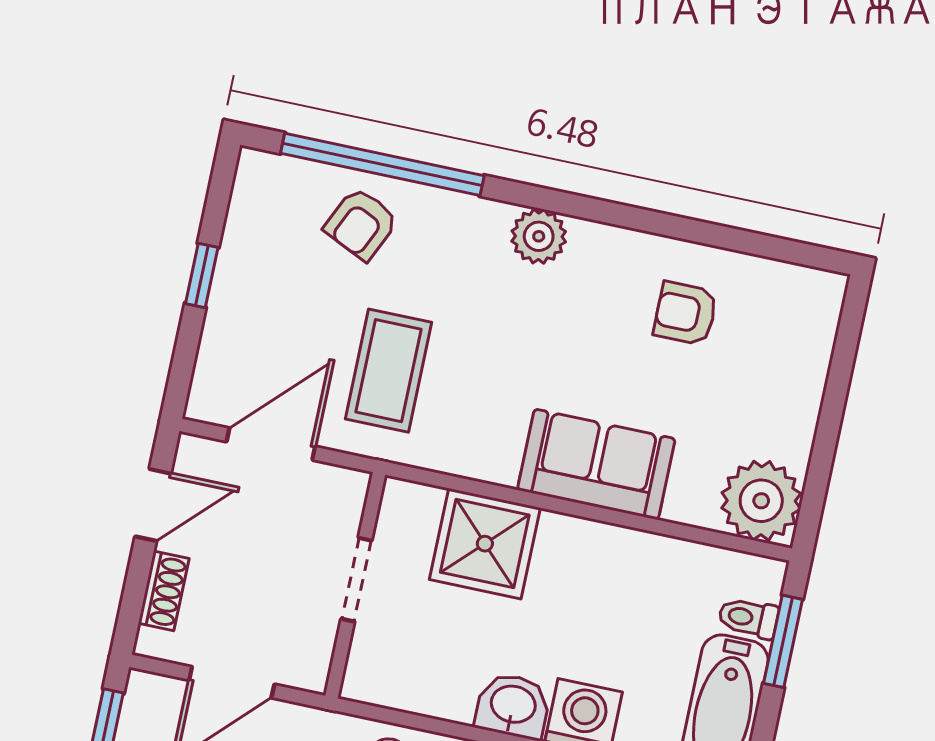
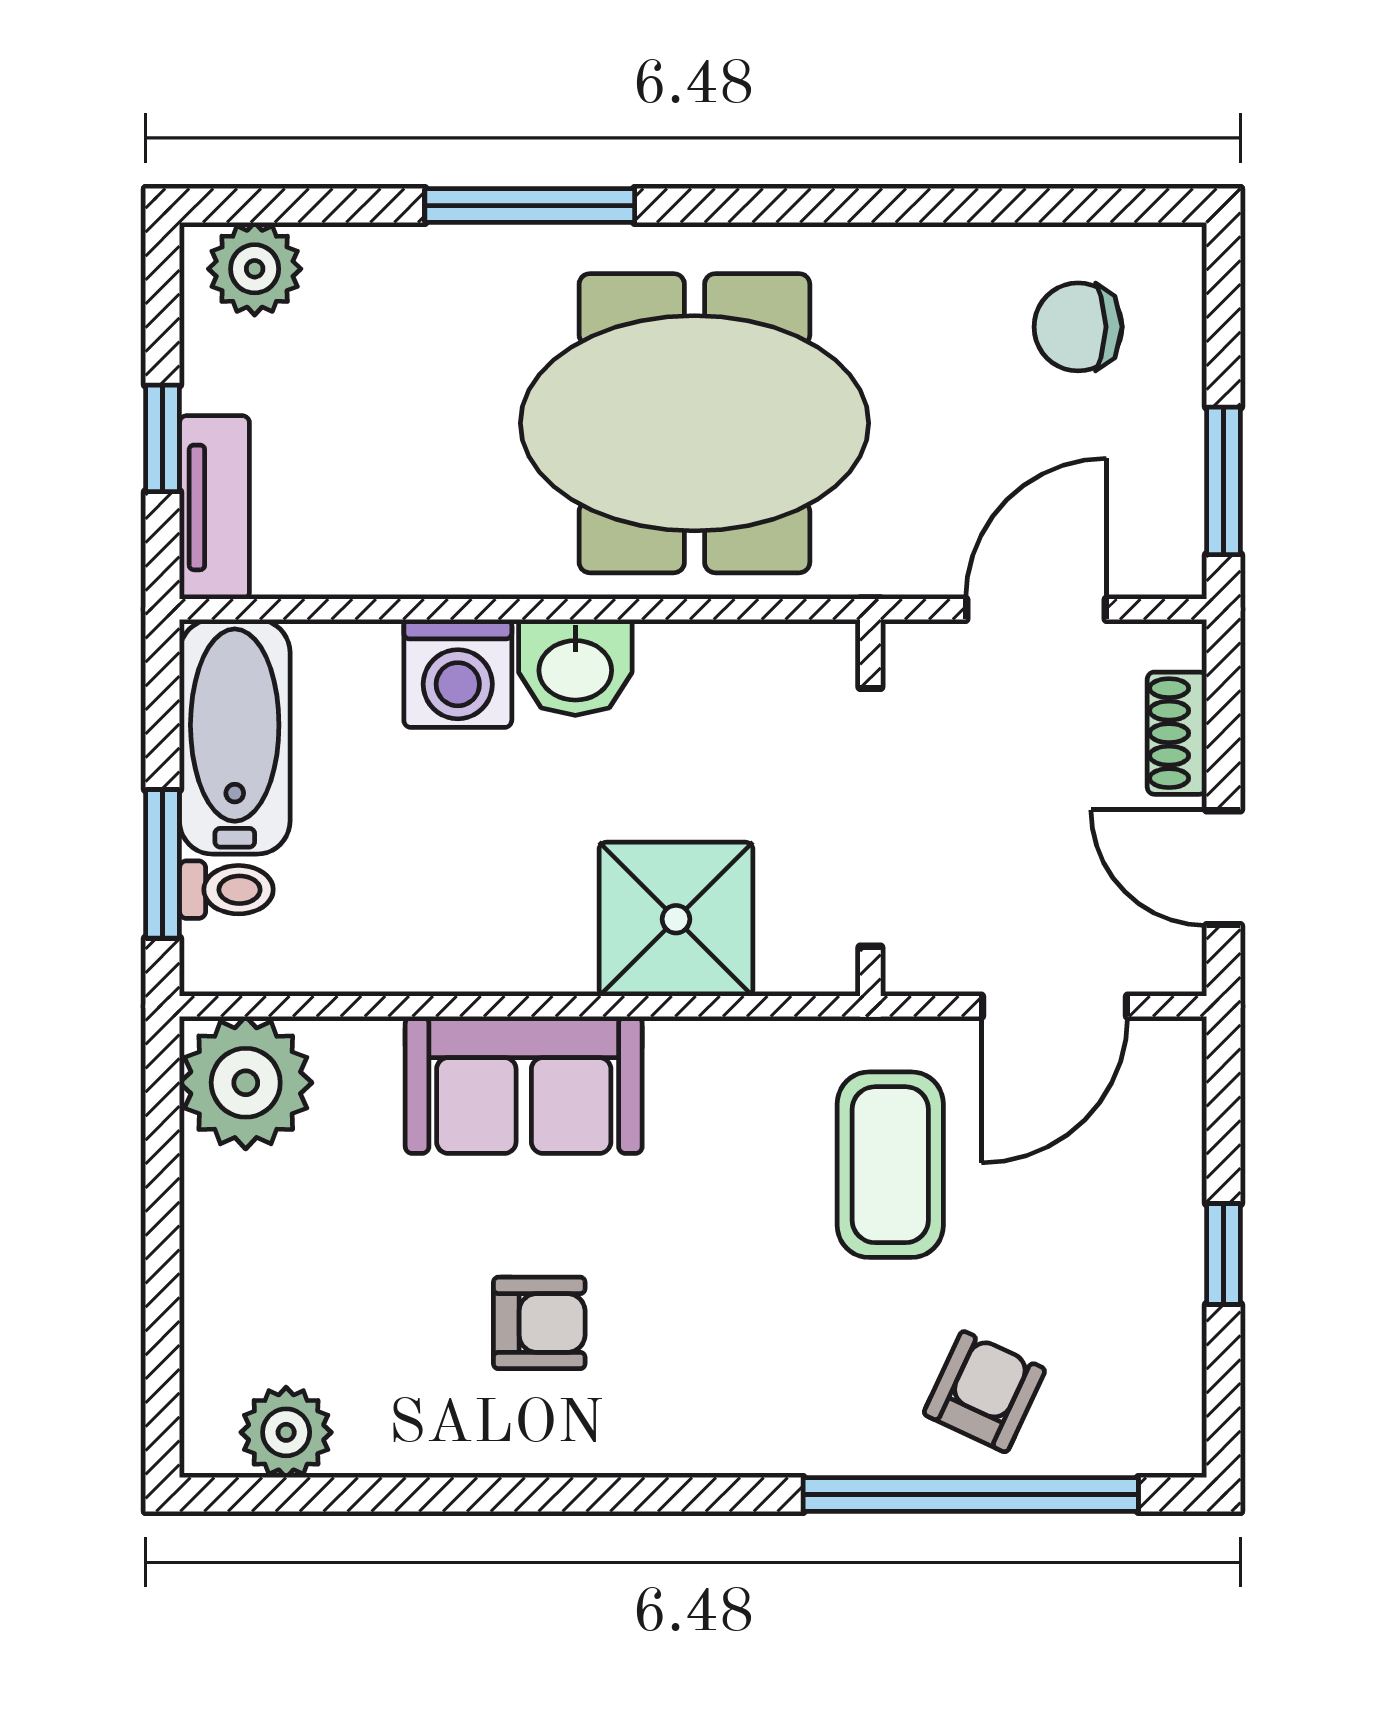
plant: (539, 236) -> (286, 1432), moved
armchair: (685, 313) -> (539, 1323), moved
door: (153, 505) -> (1223, 868), hinge flipped
doorway: (356, 580) -> (870, 817), width x1.88

